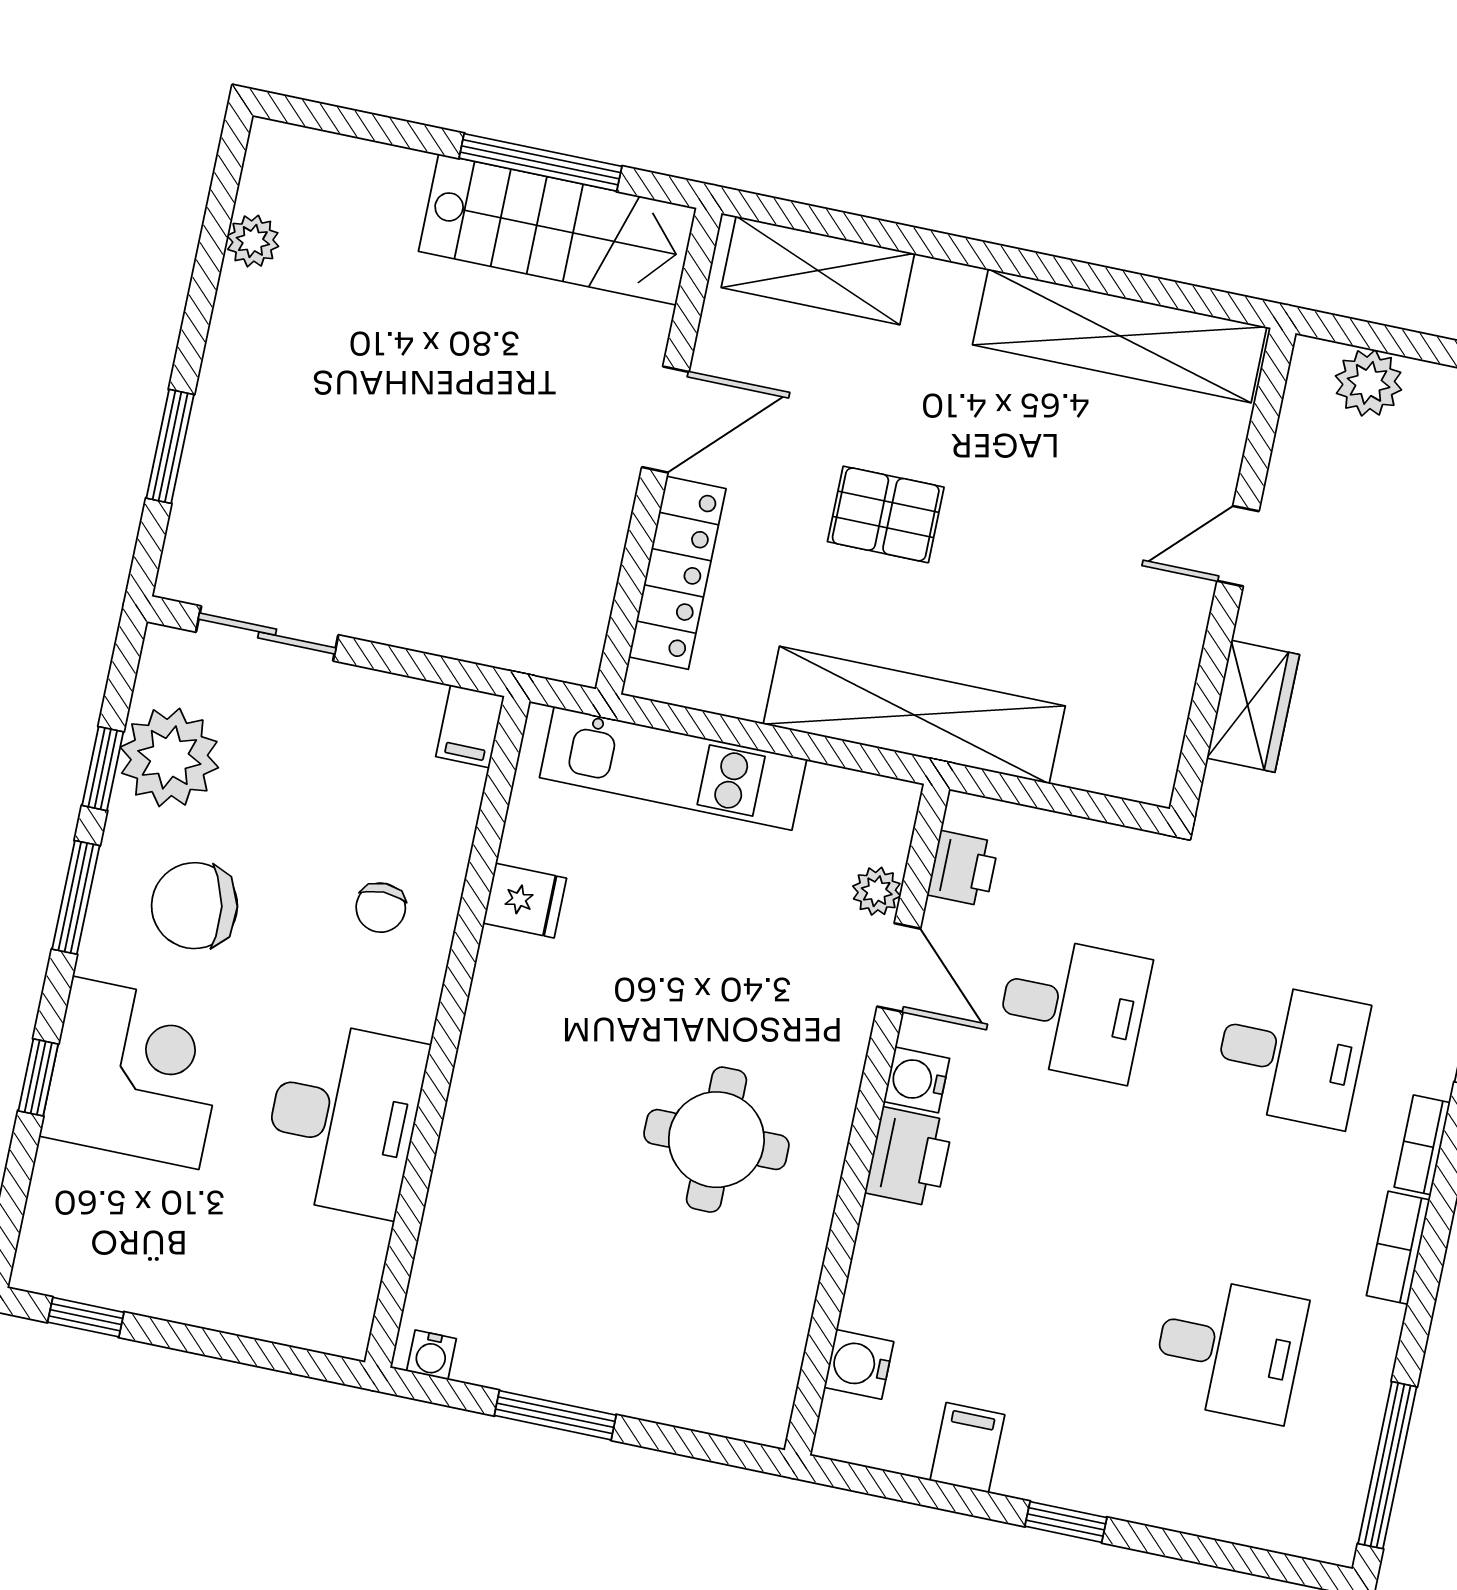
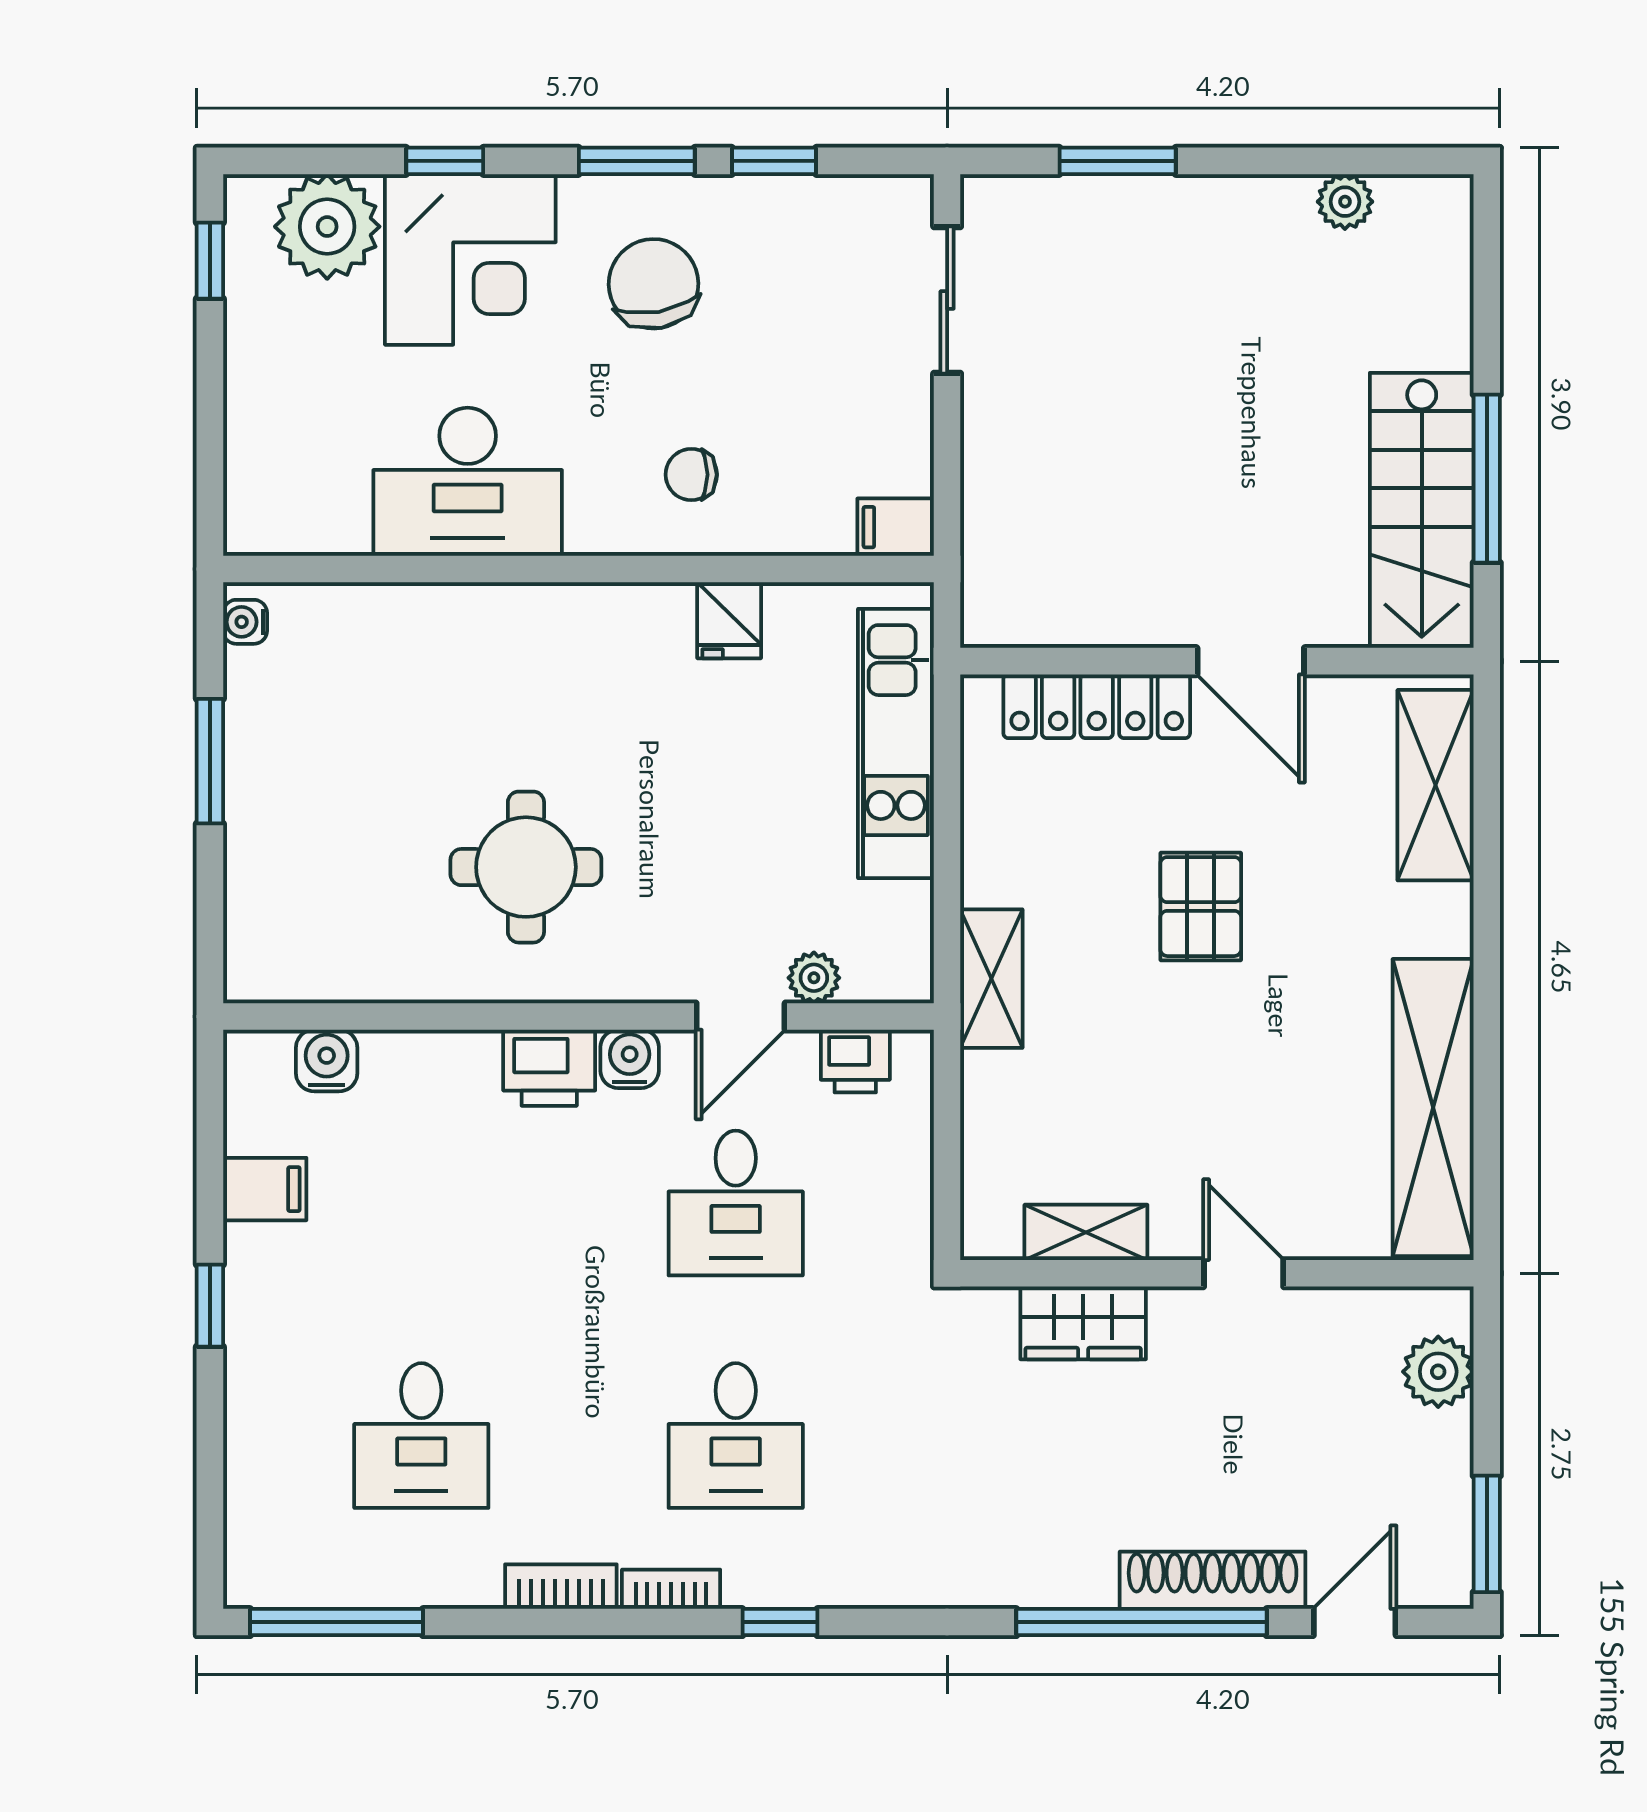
shelving: (1169, 686) -> (1086, 1232), added
shelving: (914, 715) -> (991, 979), width x0.45, depth x0.75
plant: (169, 757) -> (327, 227), moved

